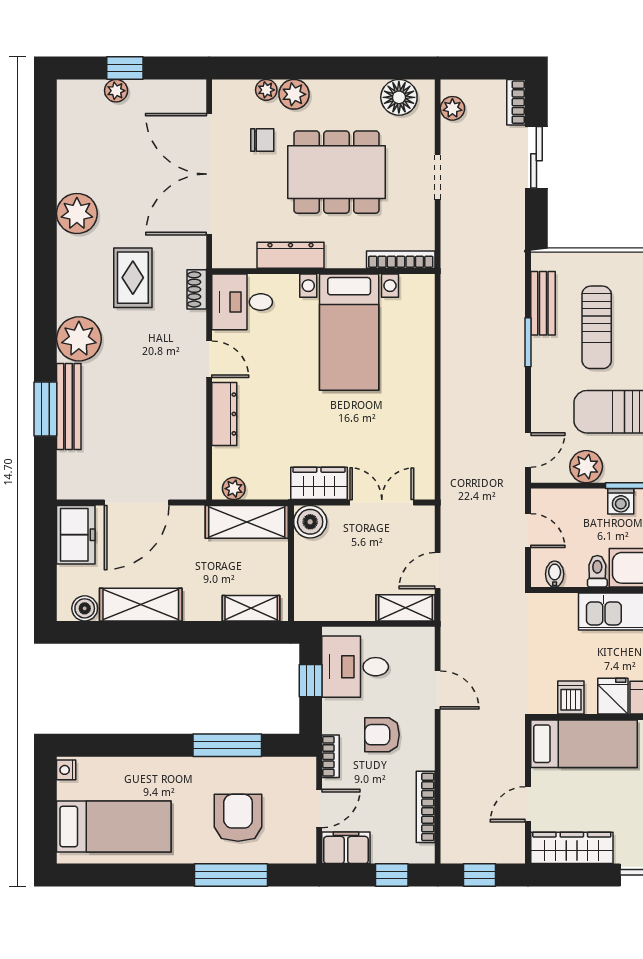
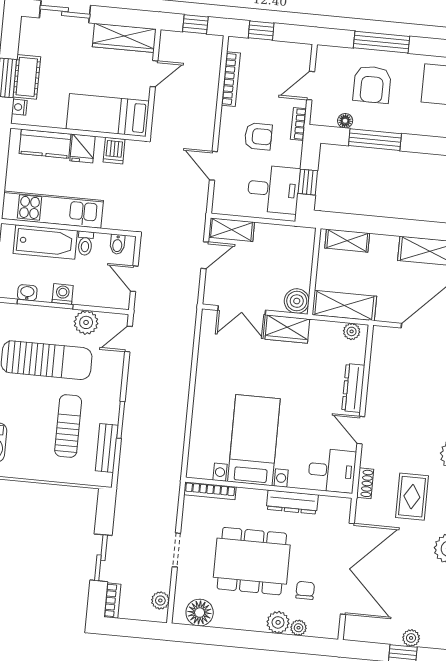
chair: (262, 140) -> (305, 590), turned 90
floor lamp: (269, 766) -> (345, 121), added
filing cabinet: (346, 848) -> (293, 54), removed

